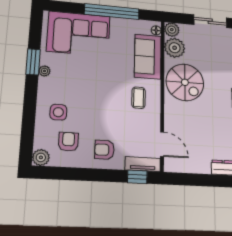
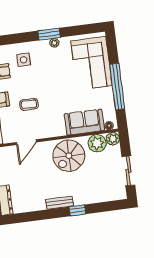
window: (33, 62) -> (49, 34), moved
coffee table: (139, 98) -> (29, 104), moved
door: (162, 144) -> (26, 142), moved

